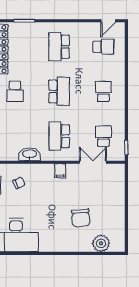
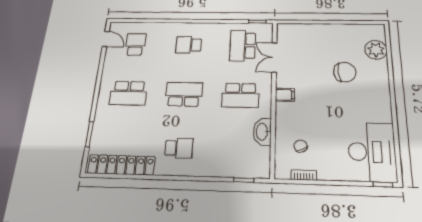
school desk: (103, 136) -> (243, 46), width x1.85

